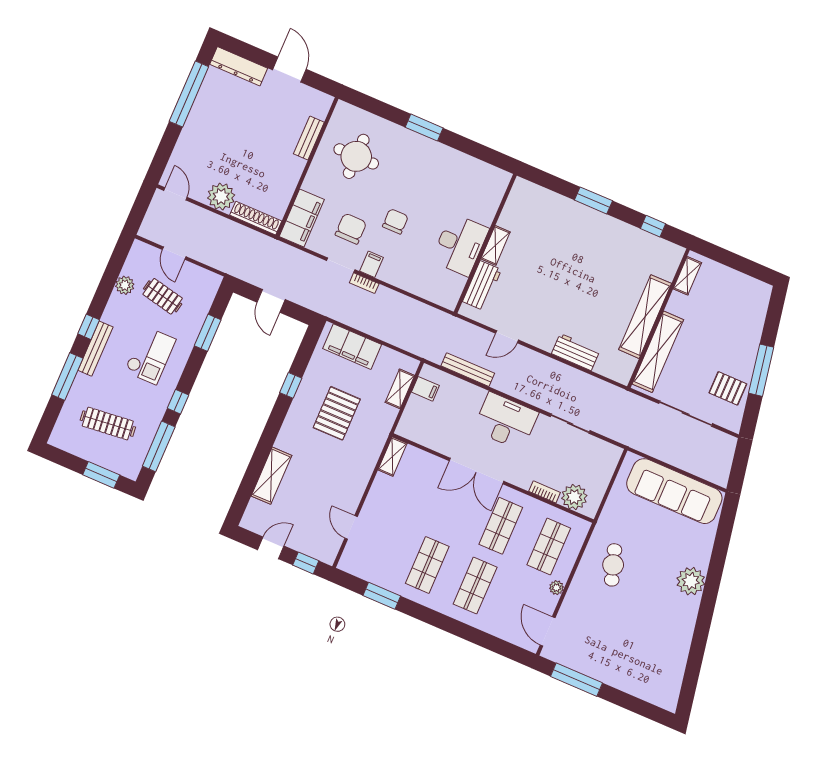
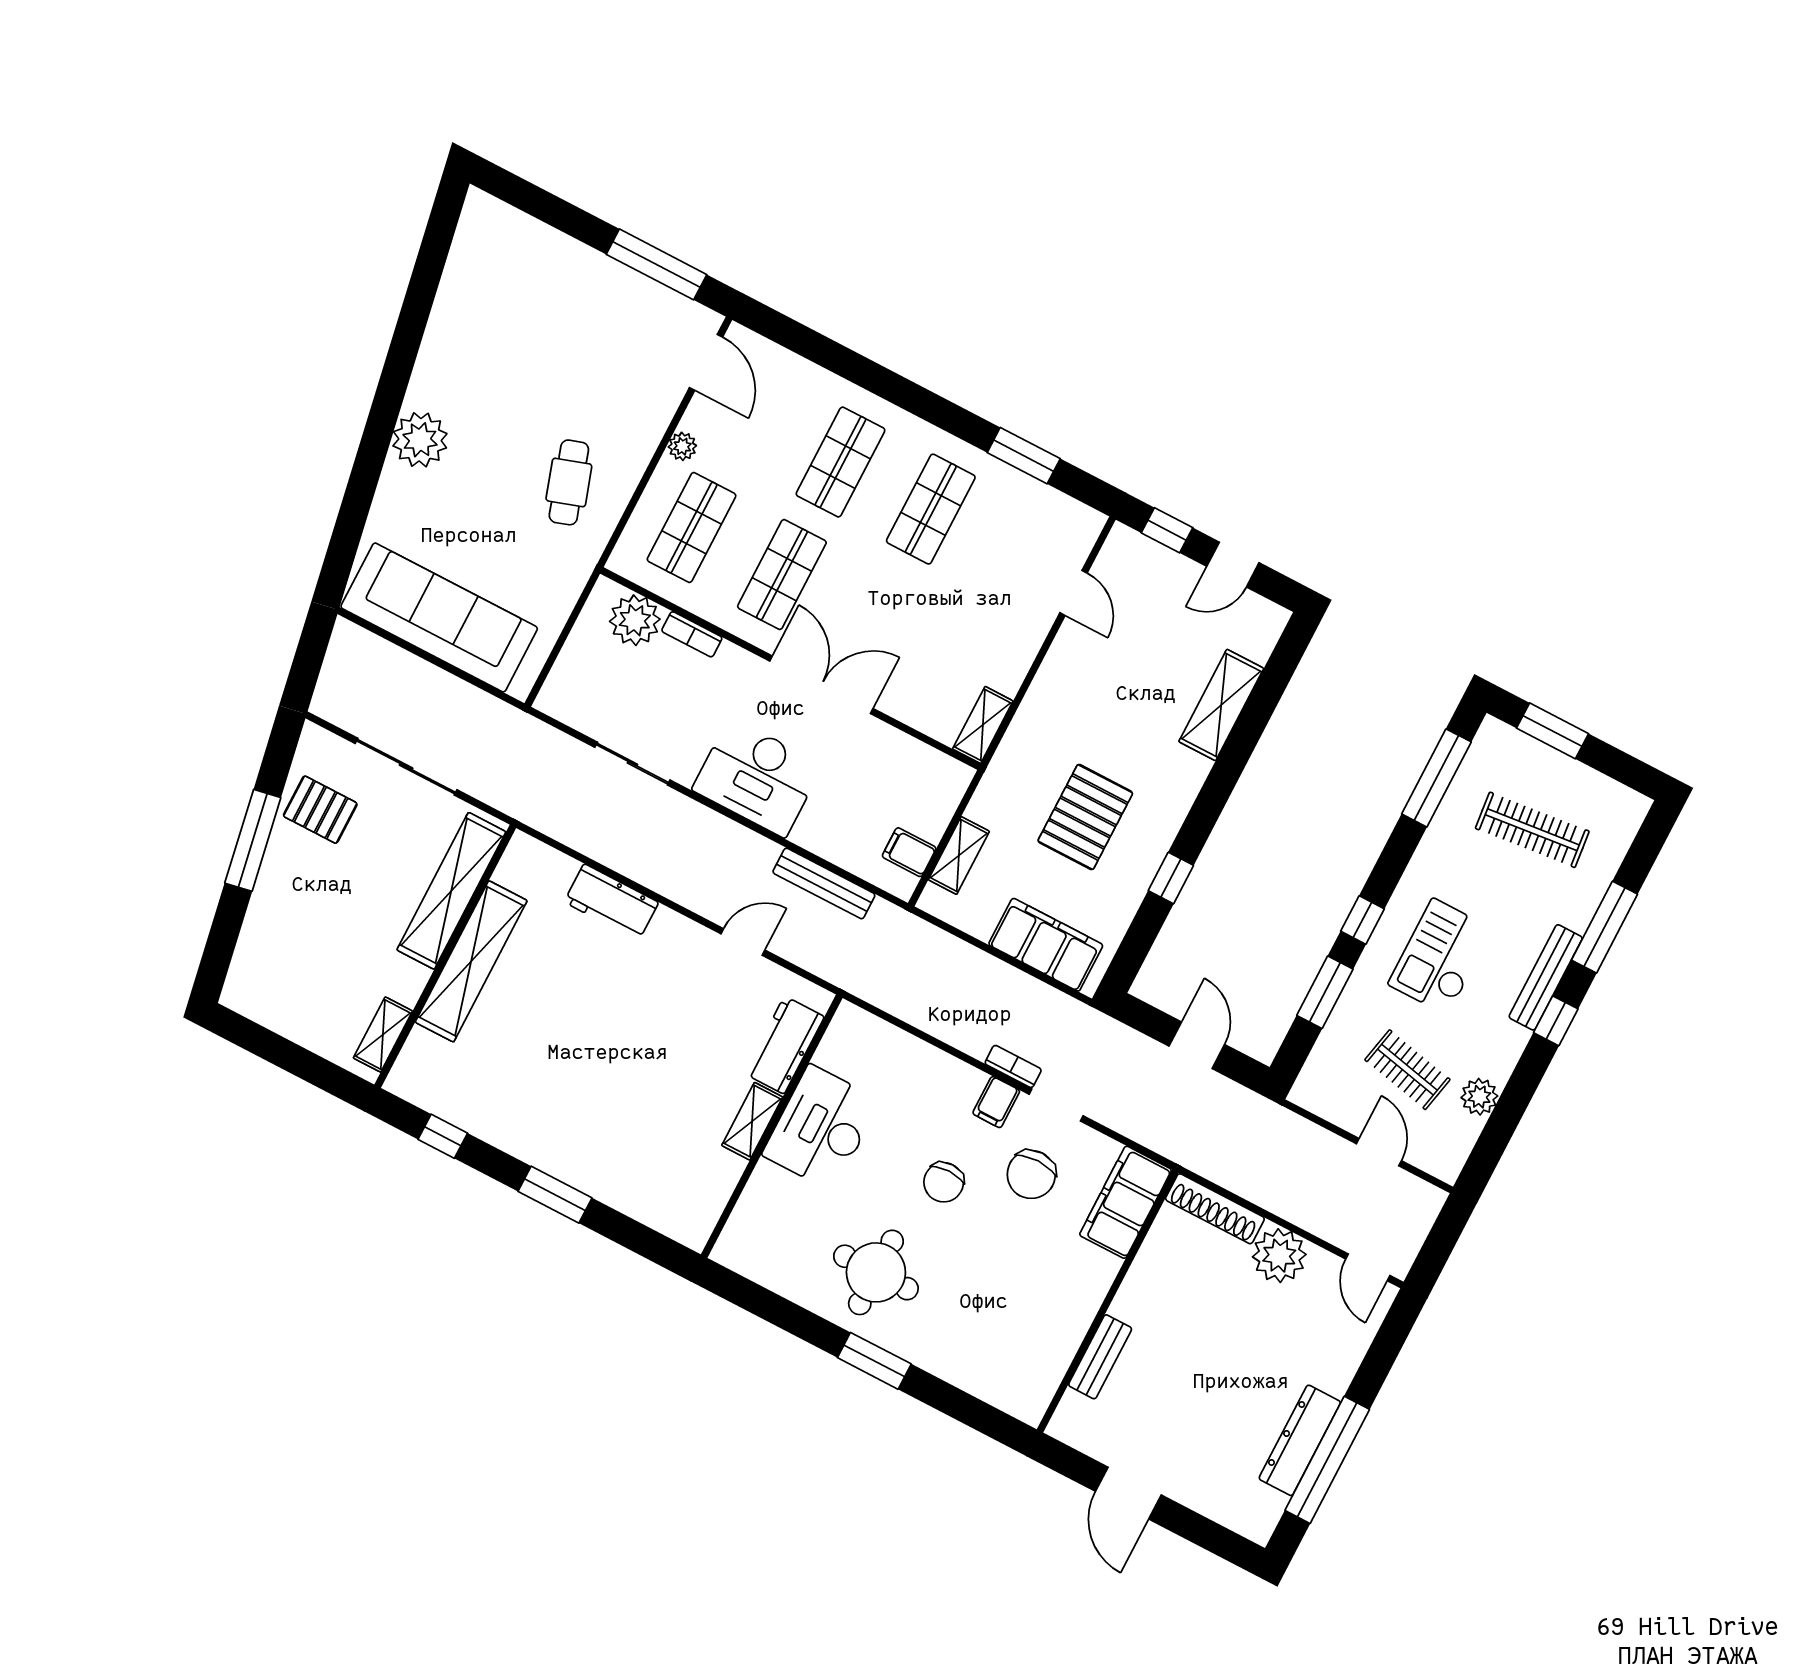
dresser: (239, 66) -> (1300, 1440), moved, turned -90
round table: (356, 156) -> (876, 1272), moved
window: (178, 402) -> (1362, 920), moved

